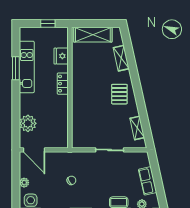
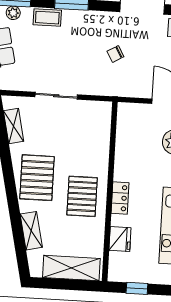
pallet: (88, 83) -> (82, 196), added
pallet: (119, 94) -> (37, 178), width x1.50, depth x1.42

